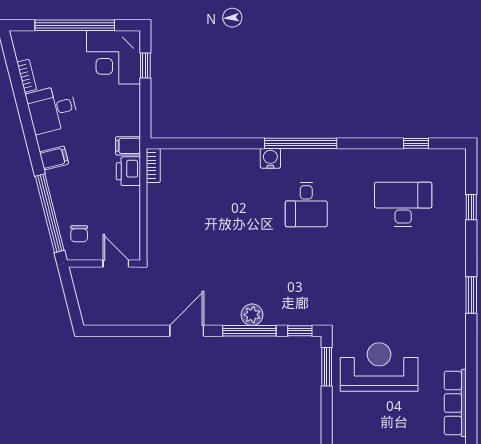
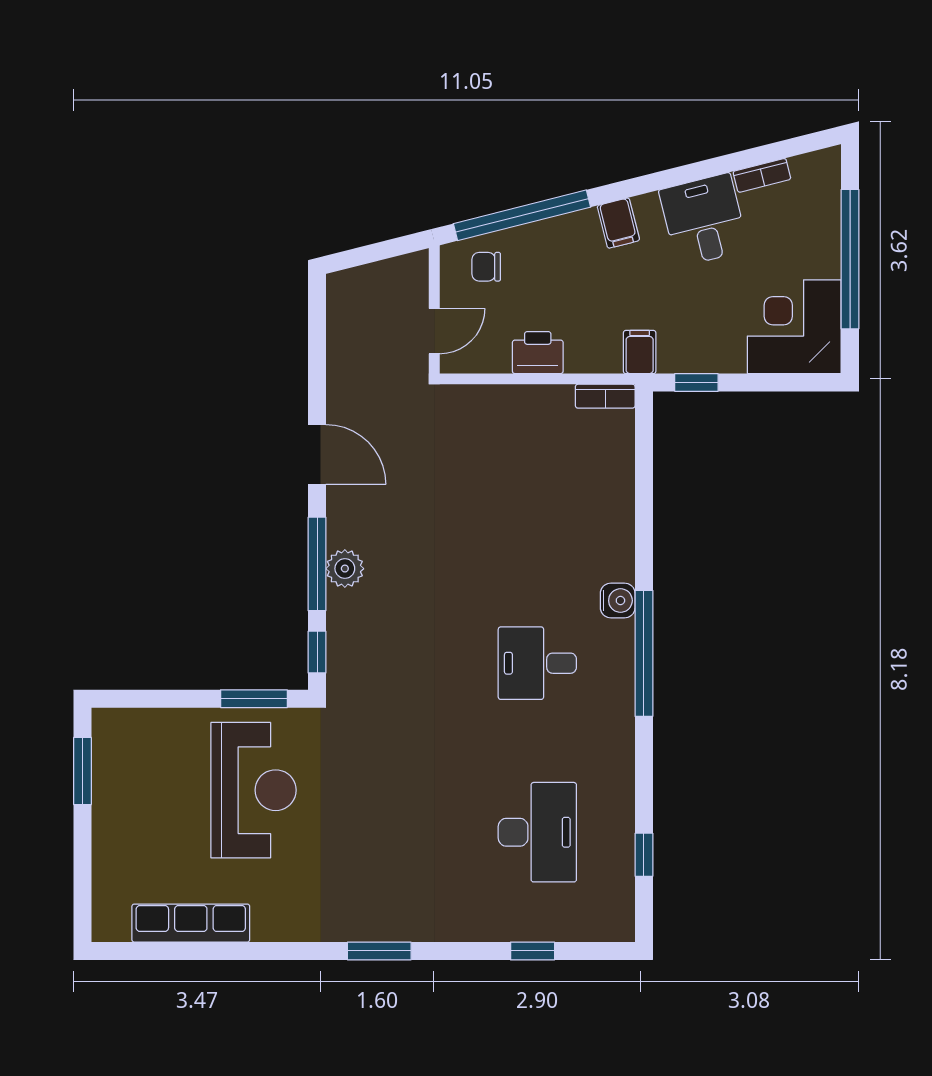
window: (145, 66) -> (696, 382), moved
printer: (128, 171) -> (538, 353), moved

